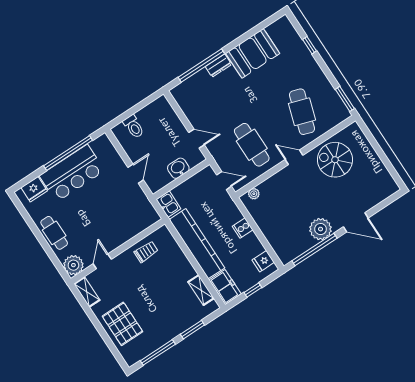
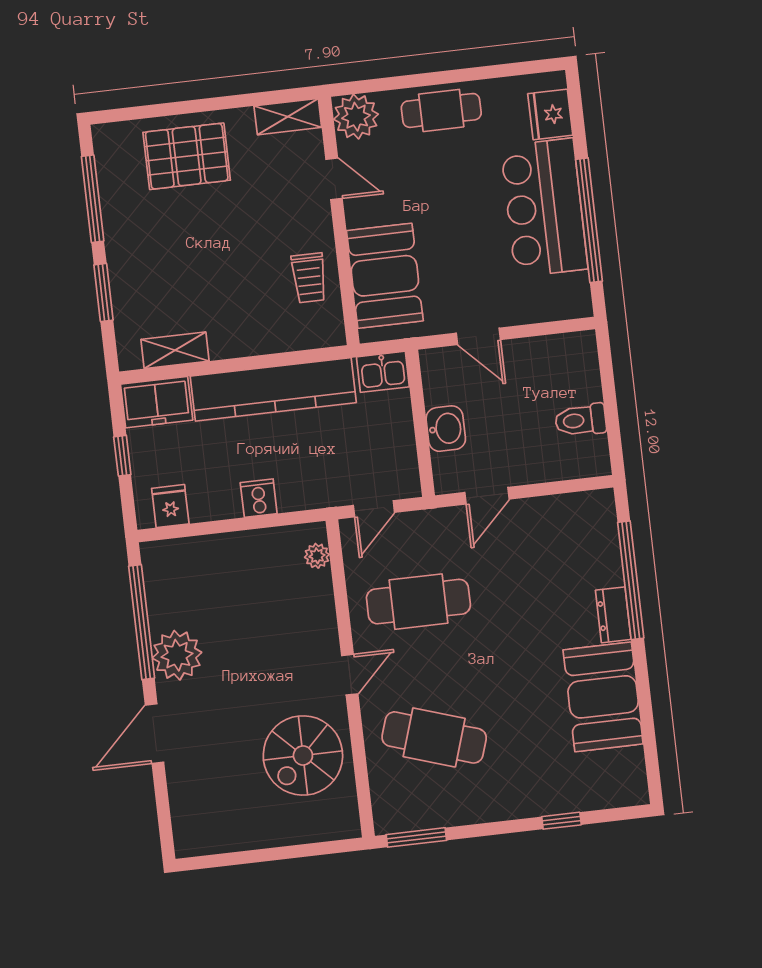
toilet: (134, 127) -> (581, 420), moved
spiral stairs: (335, 160) -> (303, 755), turned 180
booth: (130, 222) -> (385, 276), added

